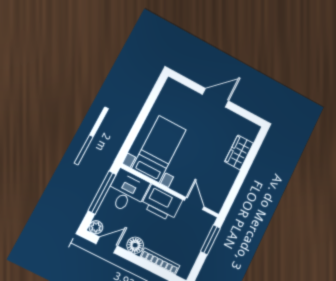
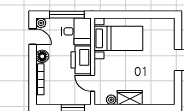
wardrobe: (239, 152) -> (130, 98), moved
plant: (222, 192) -> (111, 100), added
door: (194, 203) -> (93, 83), swing flipped

